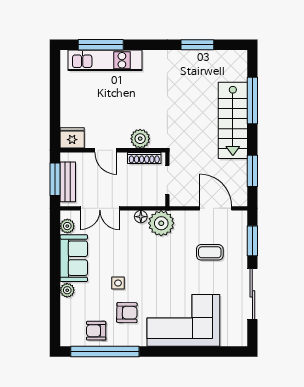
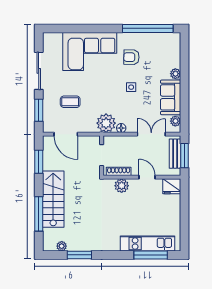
plant: (221, 57) -> (62, 246), added
side table: (118, 283) -> (131, 87), moved
armchair: (96, 331) -> (154, 44), removed

